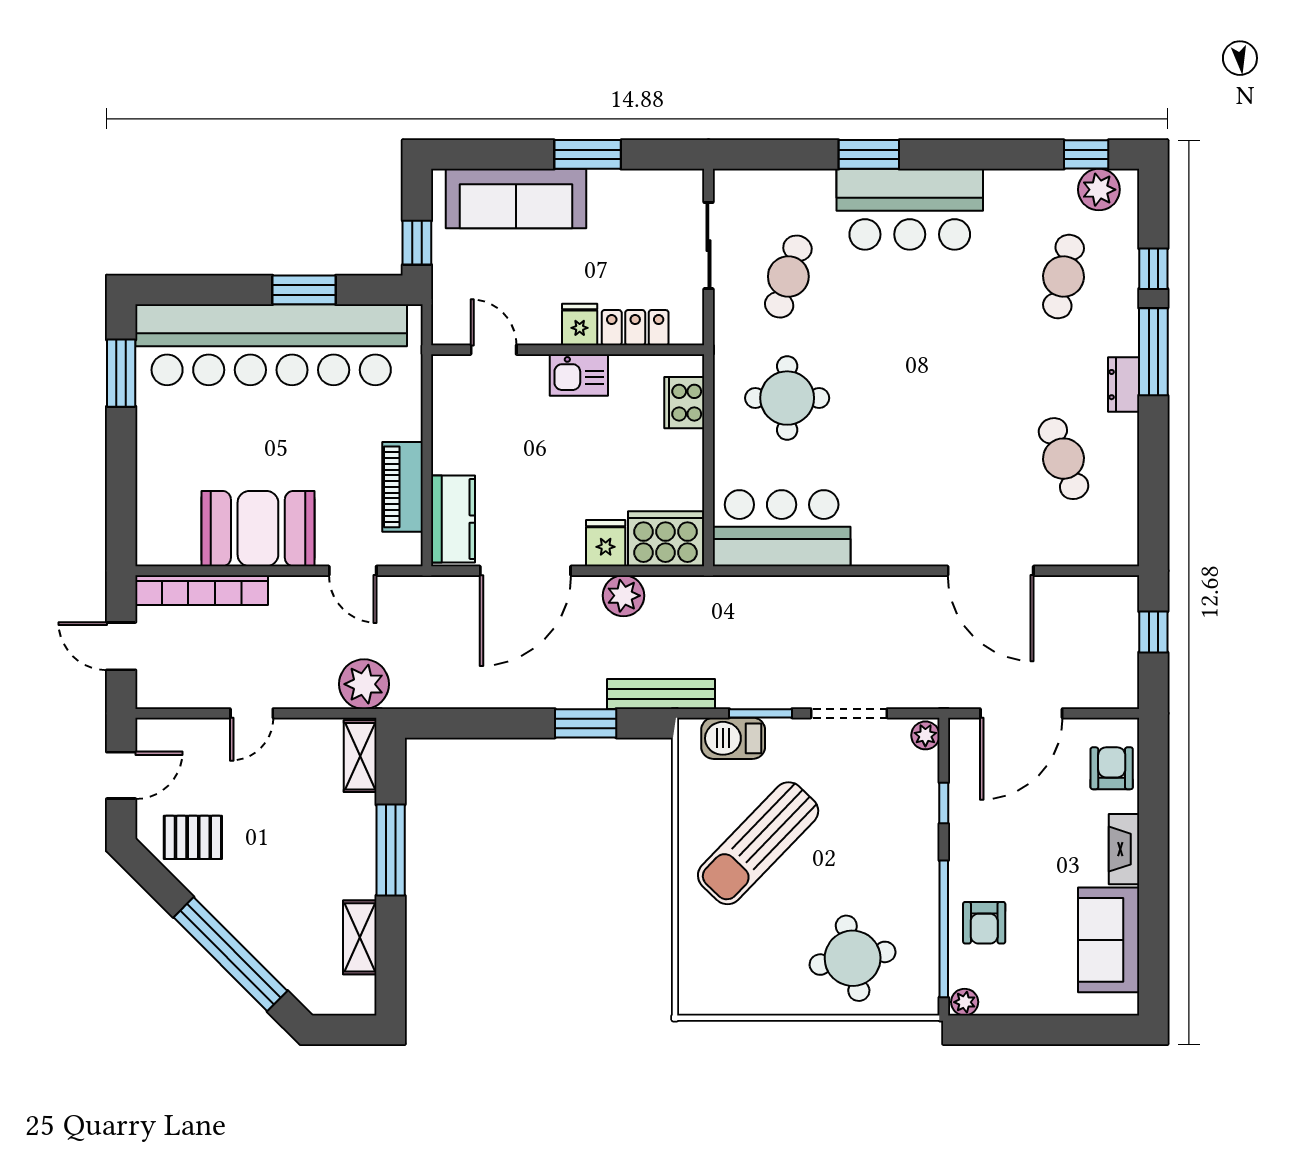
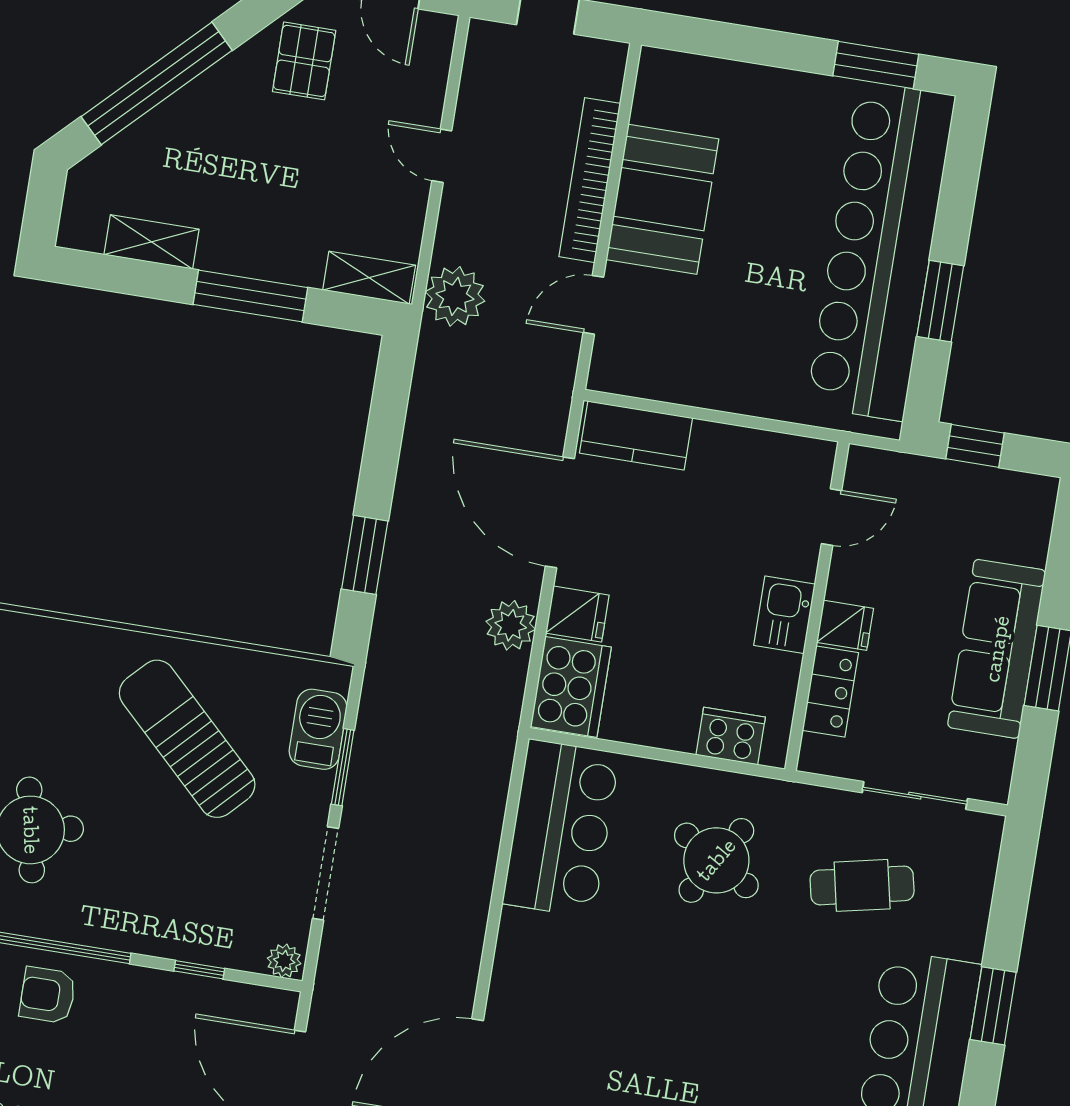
sofa: (516, 198) -> (997, 649), moved
cafe table: (788, 277) -> (862, 885), turned -30
round table: (787, 398) -> (716, 860), turned 31
piano: (403, 487) -> (684, 381), removed
bookcase: (202, 590) -> (590, 180), moved
bench: (661, 694) -> (385, 651), removed

